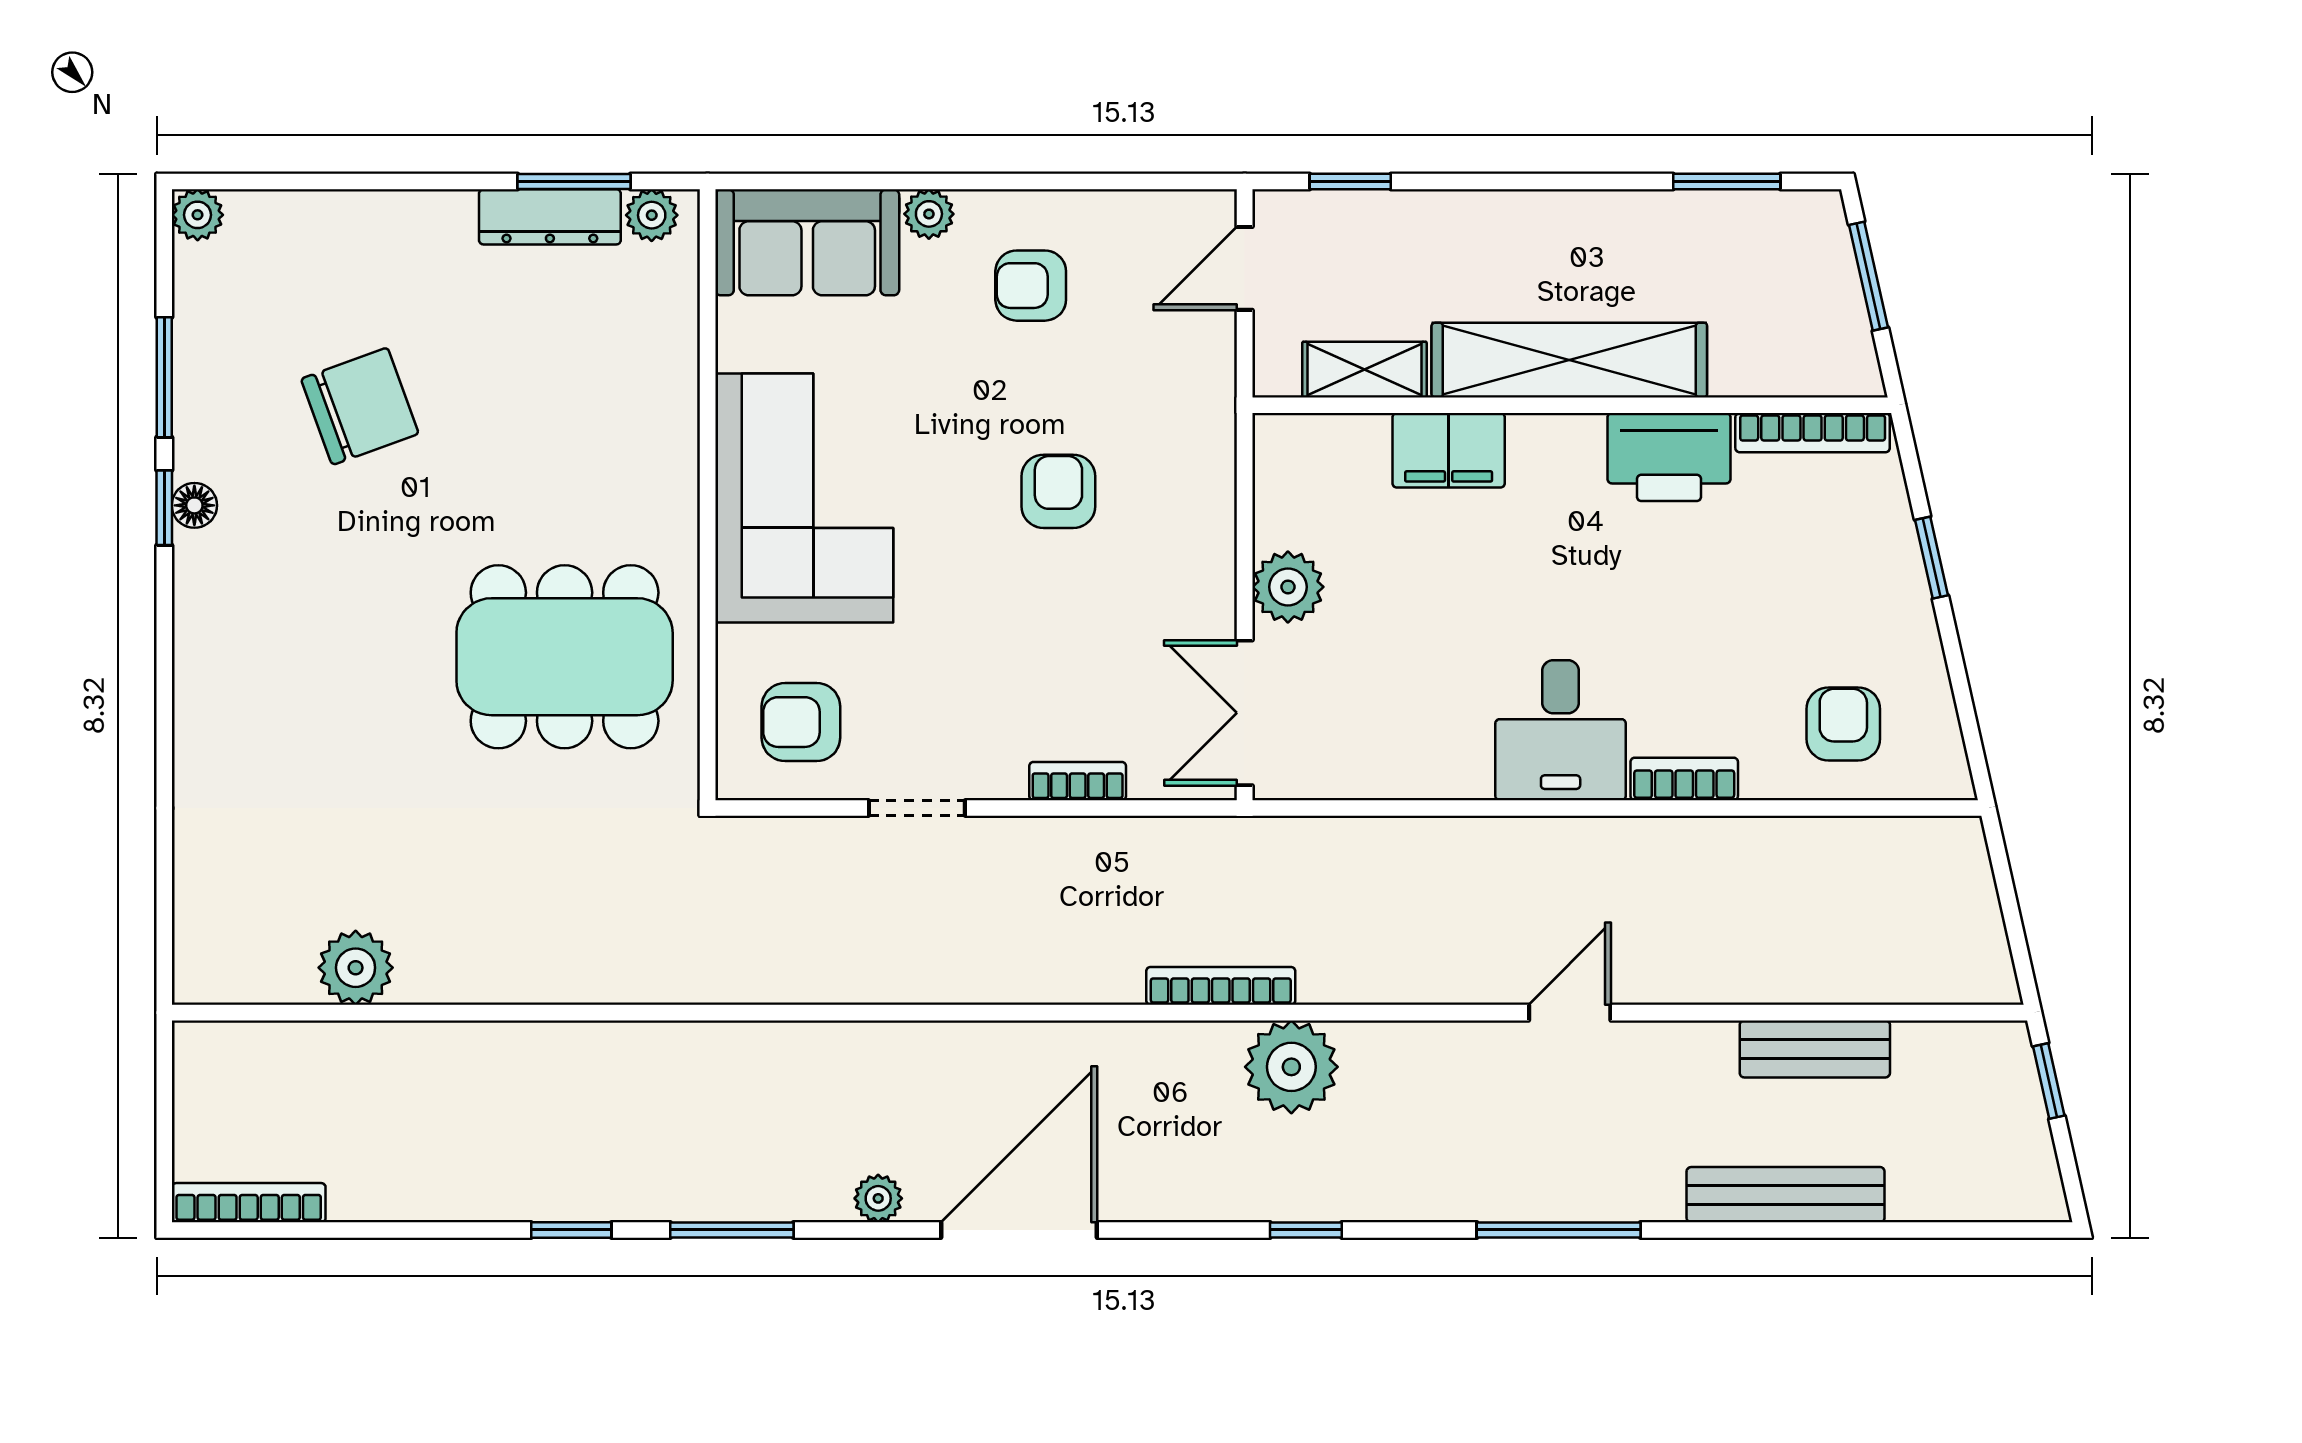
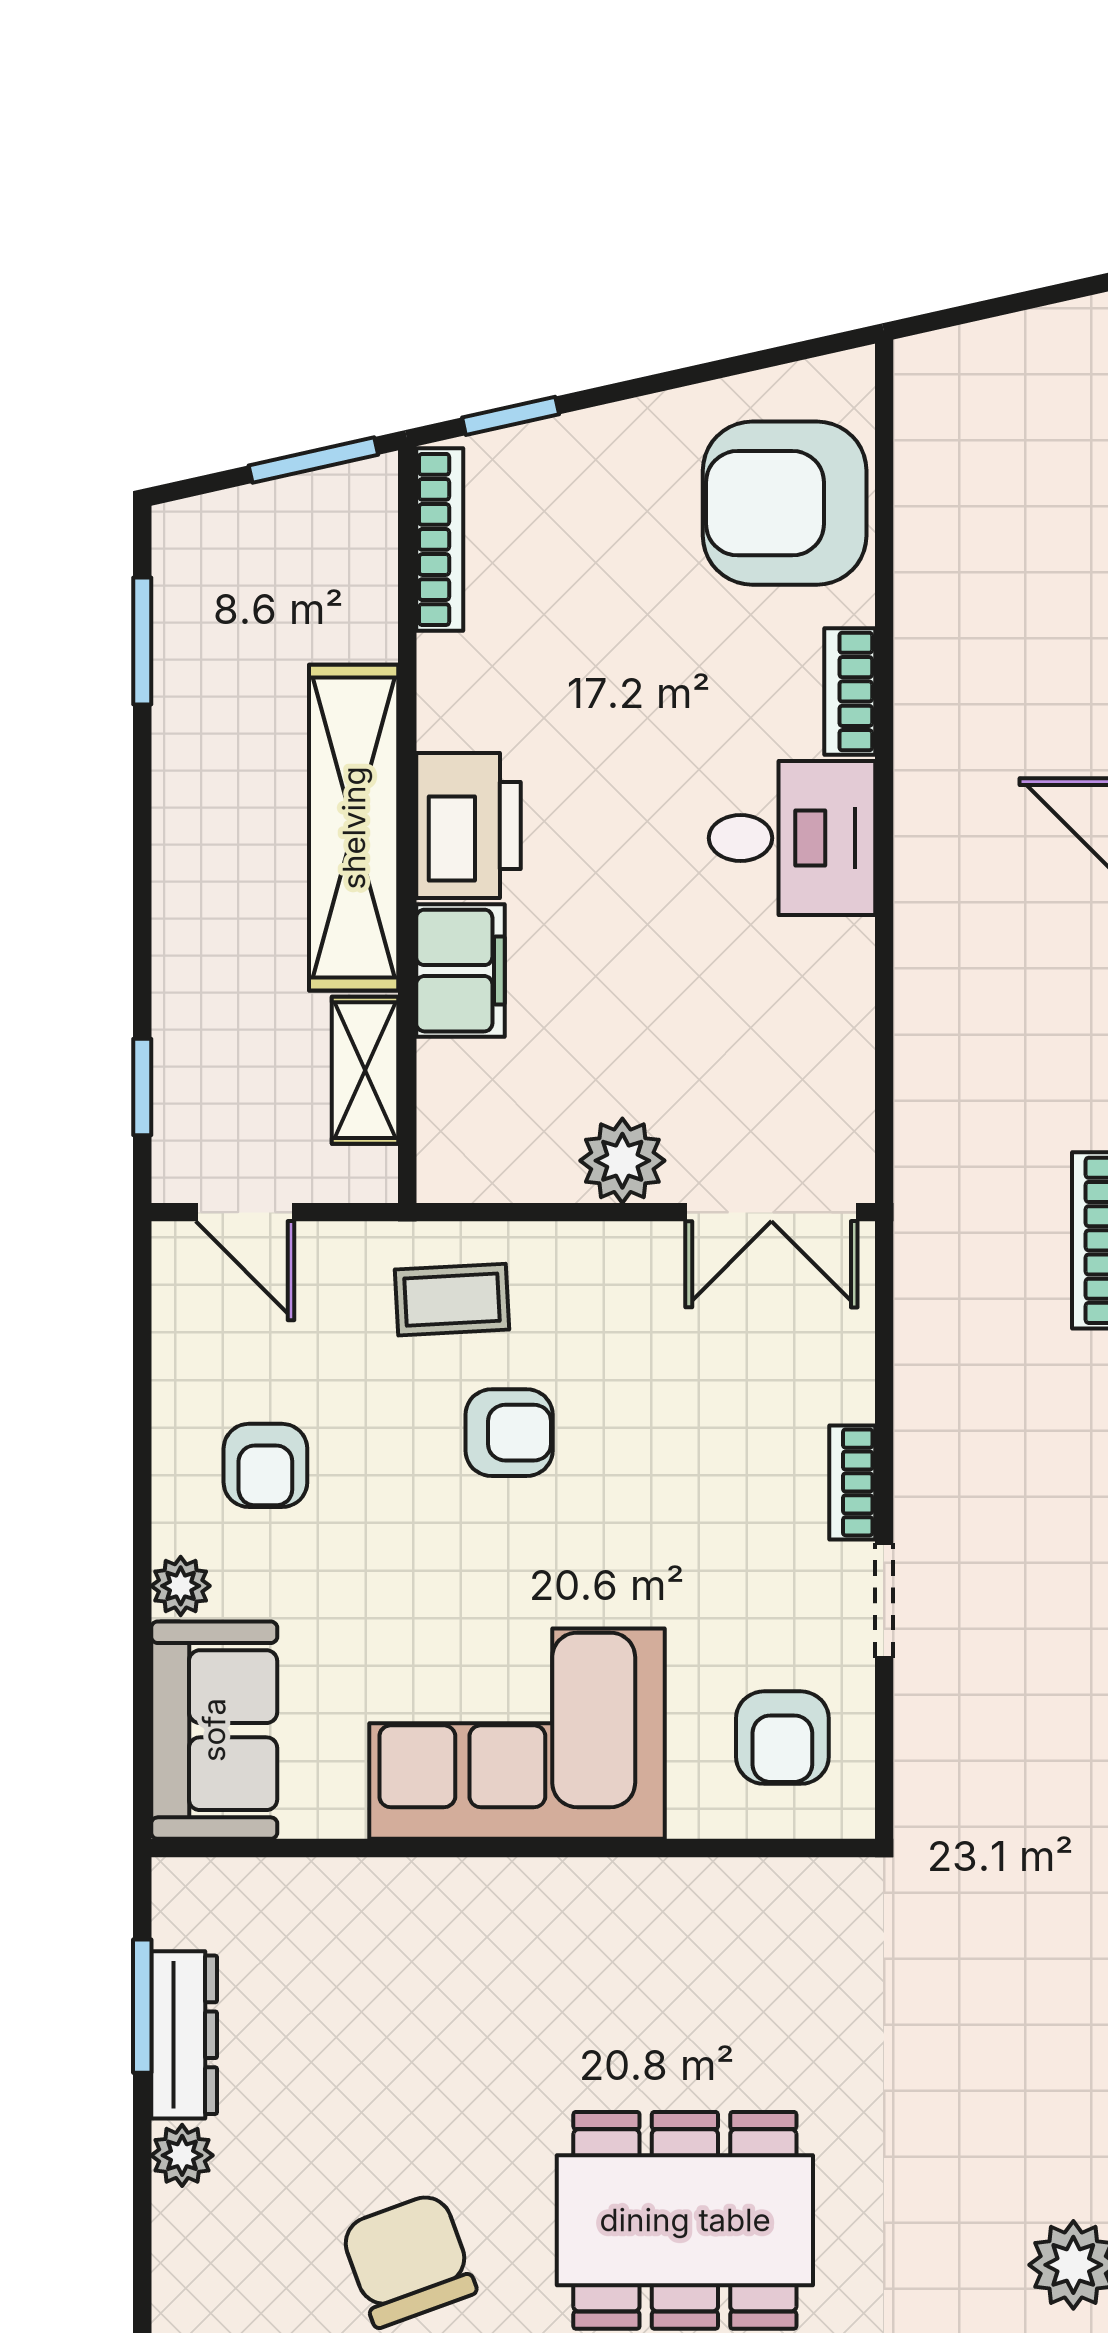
plant: (652, 215) -> (182, 2155), moved
window: (1868, 276) -> (313, 460), moved
coffee table: (1171, 443) -> (452, 1300), added
printer: (1669, 457) -> (469, 825), moved
armchair: (1058, 491) -> (509, 1433), turned 180
window: (1931, 558) -> (511, 416), moved
dining table: (565, 657) -> (685, 2220), moved, turned 90
armchair: (1843, 724) -> (785, 503), width x1.88, depth x1.88
bookcase: (1078, 781) -> (852, 1482), moved

